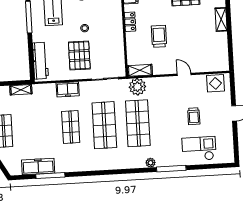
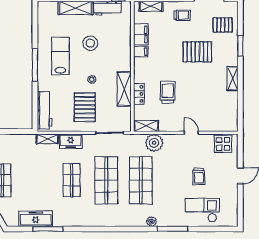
locker: (130, 22) -> (139, 94), moved
shelving: (117, 36) -> (124, 89), added
plant: (137, 87) -> (154, 143), moved
shelving: (21, 90) -> (47, 139), moved

